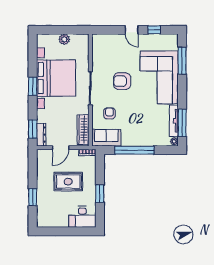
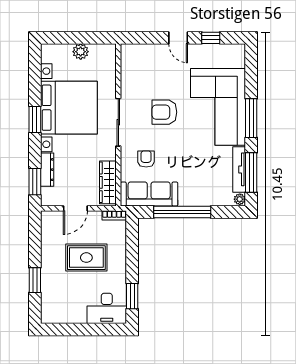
window: (182, 61) -> (251, 118), moved
dresser: (41, 135) -> (47, 170), moved
sofa: (106, 138) -> (149, 194), width x1.36
window: (100, 194) -> (132, 296), moved

